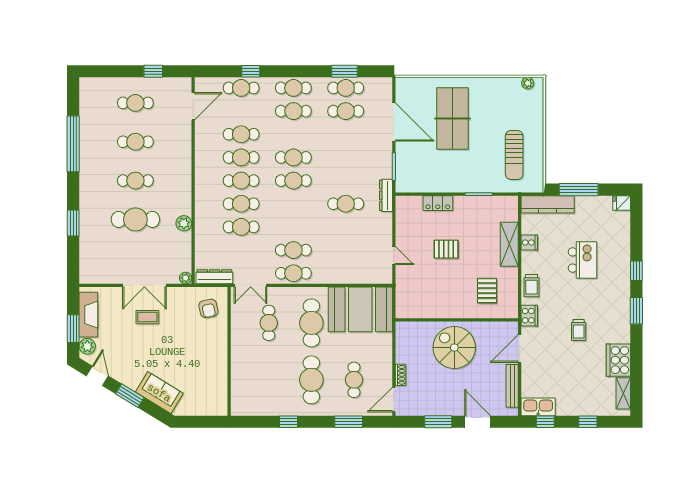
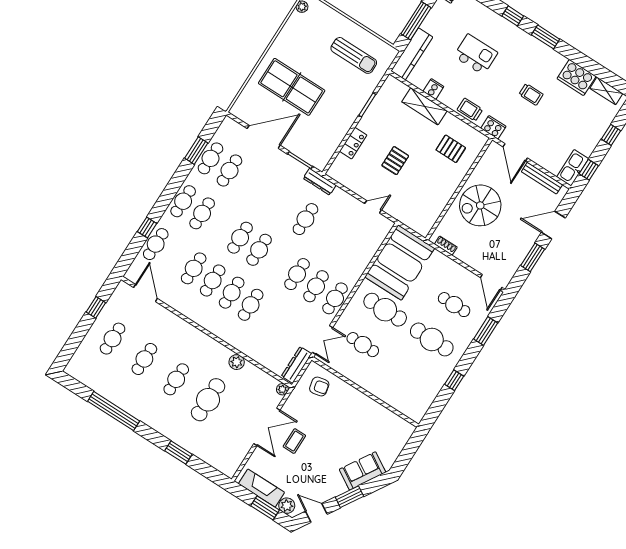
cafe table: (241, 227) -> (297, 274), moved
trolley: (532, 286) -> (470, 110), turned 180
shoe rack: (400, 375) -> (446, 246), moved

